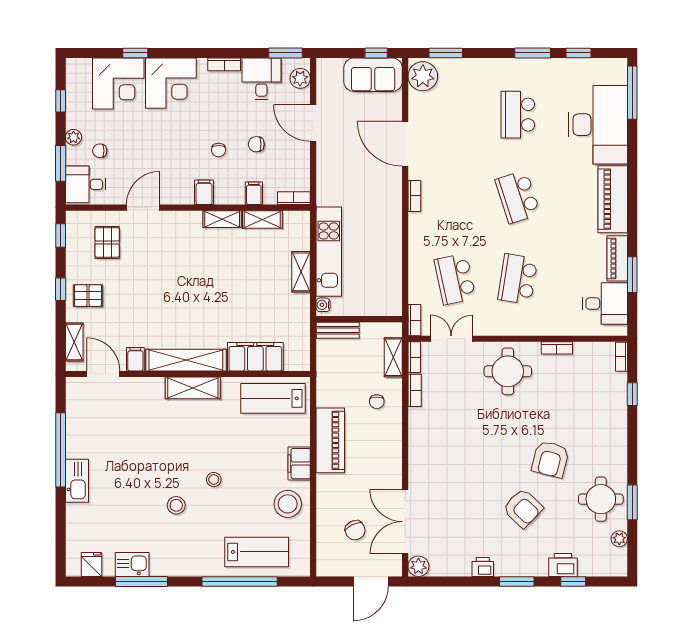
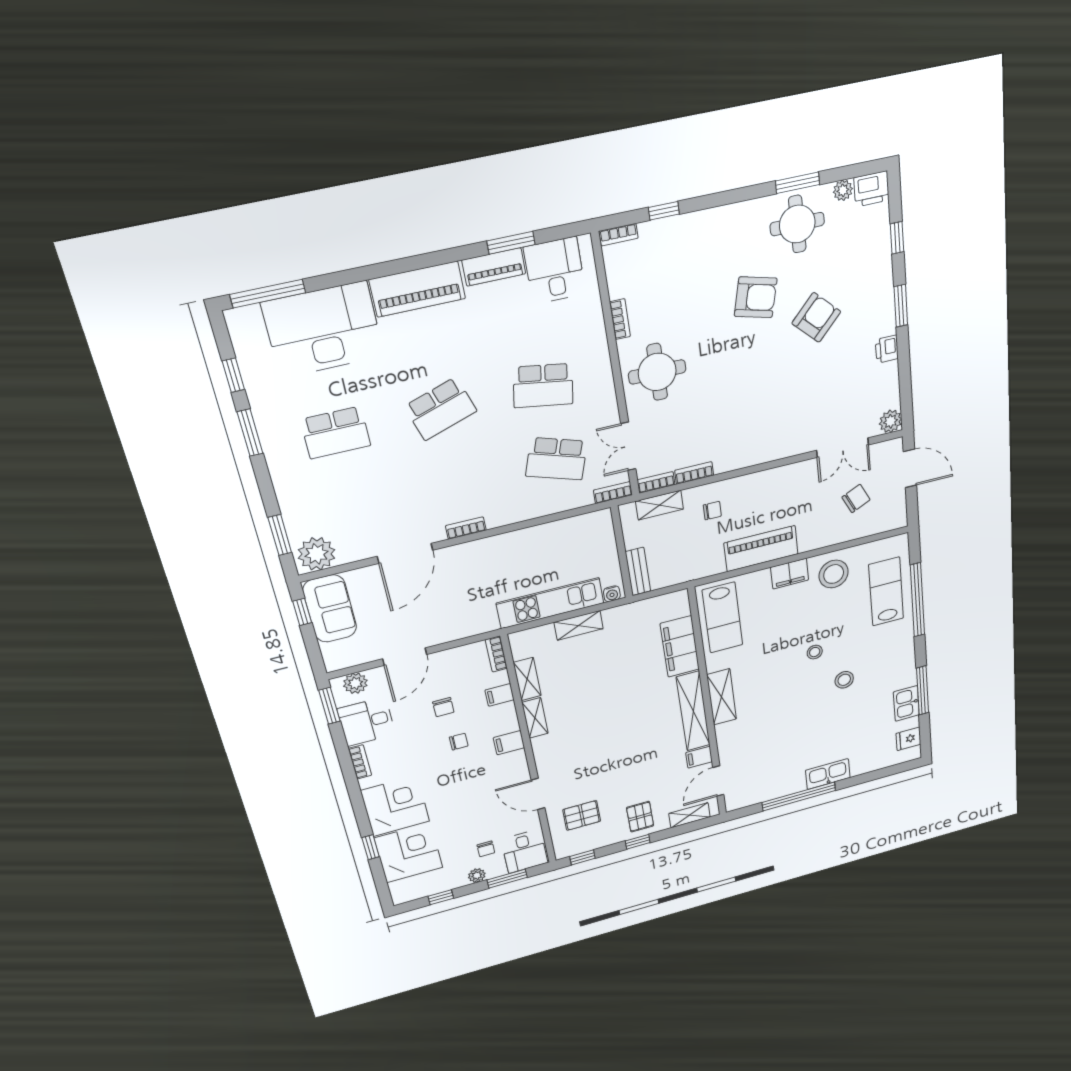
school desk: (455, 279) -> (557, 459), turned 30
double door: (405, 522) -> (843, 448), width x0.73
printer: (563, 565) -> (872, 189), moved, turned -90

